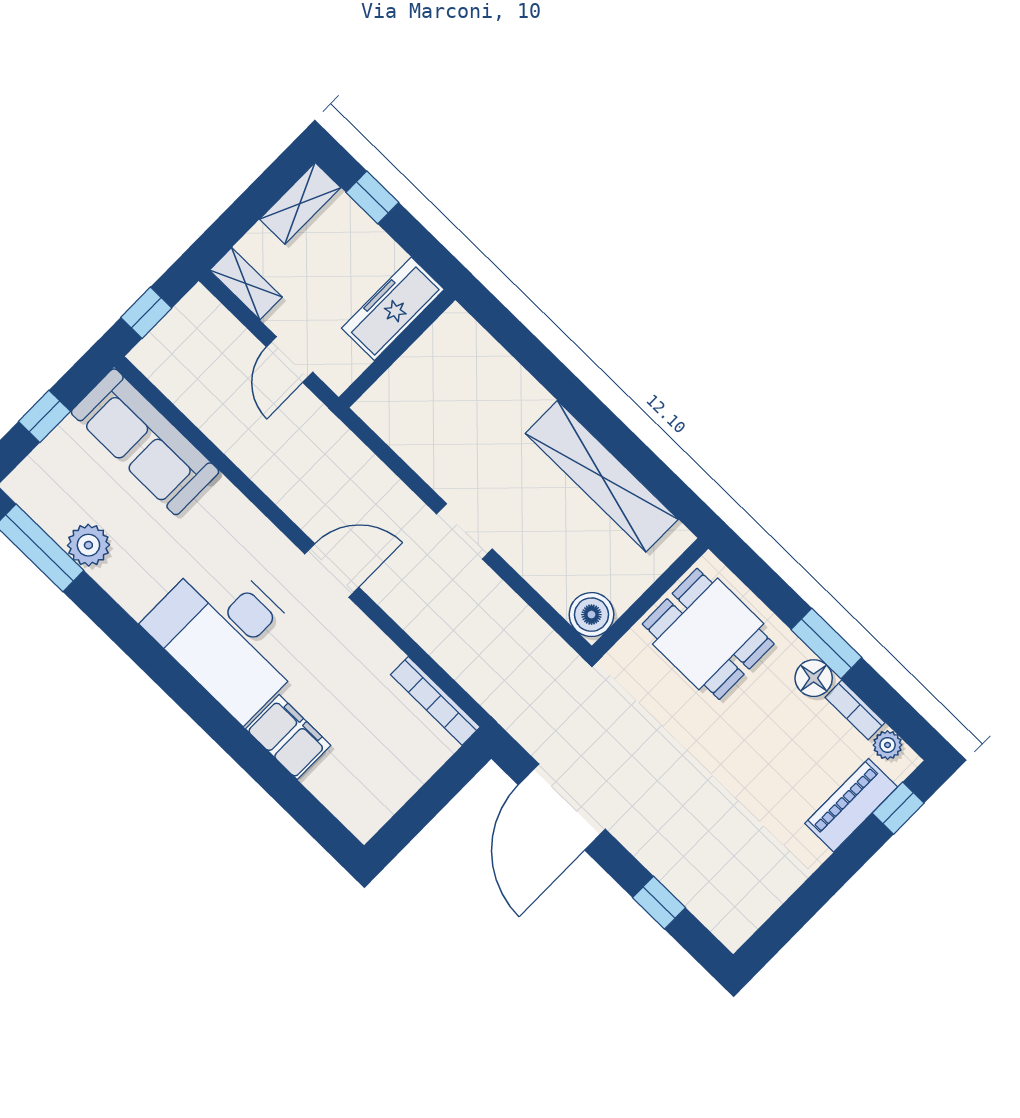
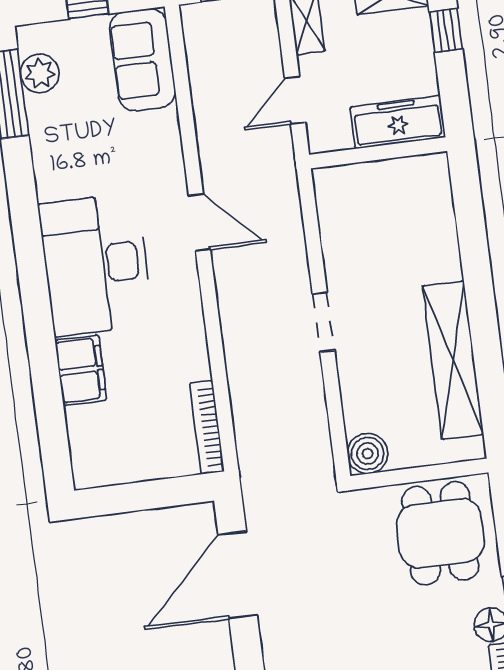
sofa: (145, 442) -> (143, 60), width x0.73
plant: (88, 545) -> (40, 73), moved
door: (332, 570) -> (199, 223), moved

